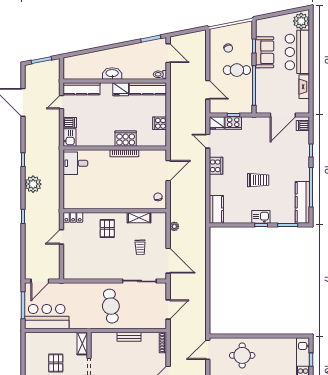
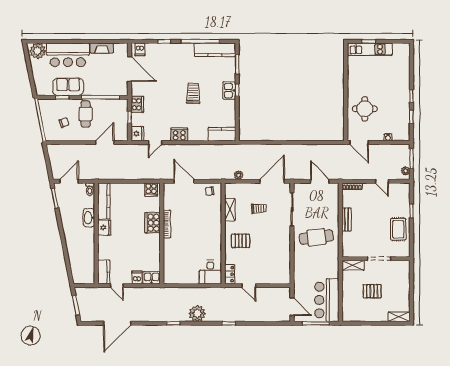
washbasin: (112, 73) -> (89, 218), moved
kitchen counter: (81, 89) -> (104, 272), width x0.67
cooker: (160, 123) -> (151, 190), moved
cooker: (233, 123) -> (137, 104), moved
desk: (75, 163) -> (210, 272), moved

